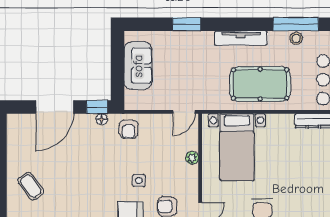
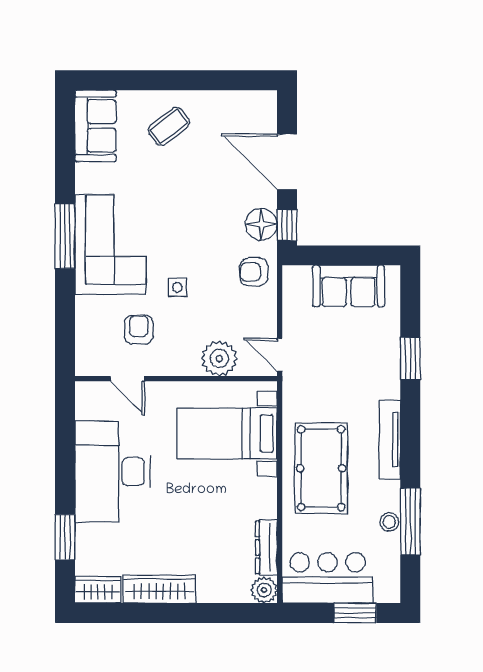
floor lamp: (102, 119) -> (261, 224), width x1.89, depth x1.89
plant: (192, 158) -> (219, 358), width x1.88, depth x1.88

